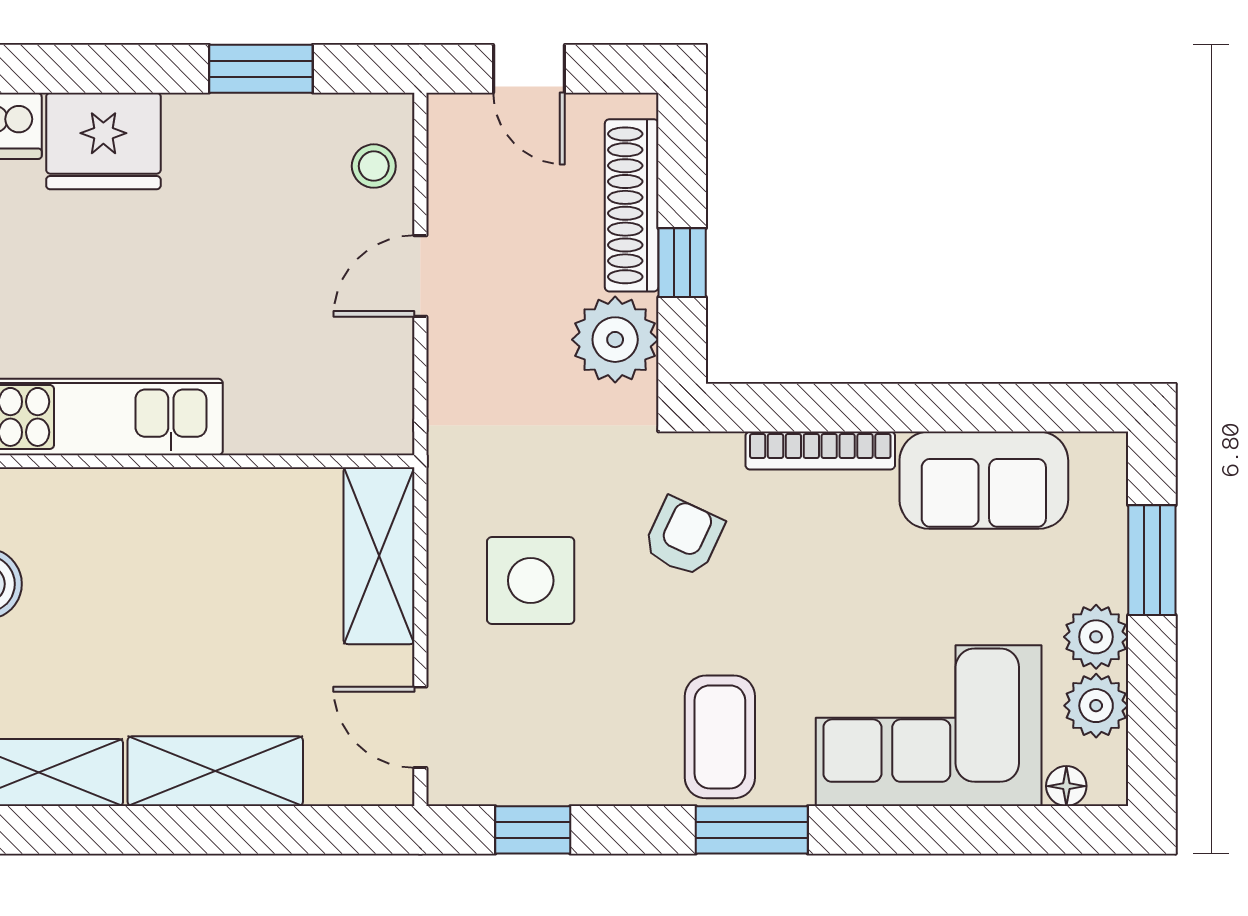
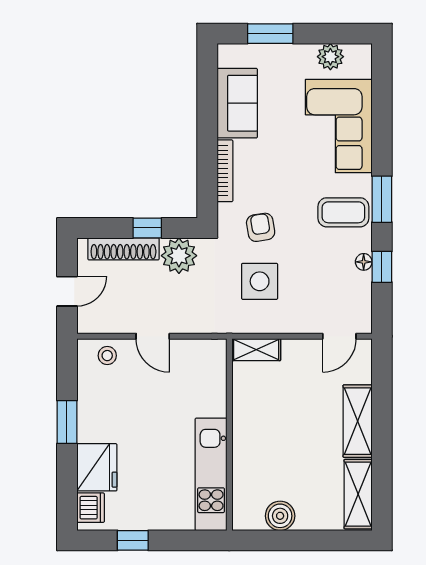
window: (261, 69) -> (67, 422), moved
armchair: (684, 537) -> (261, 227), turned 56
shelving: (379, 556) -> (256, 350), width x0.67, depth x0.75
side table: (531, 581) -> (260, 281), moved
plant: (1096, 637) -> (302, 57), removed
floor lamp: (1066, 786) -> (364, 262), moved
window: (533, 830) -> (382, 267), moved

